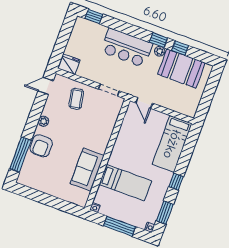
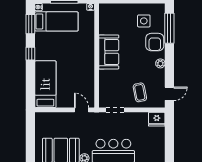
armchair: (41, 146) -> (155, 42), turned 180
sofa: (87, 170) -> (109, 52), moved
side table: (44, 172) -> (144, 21), added
bed: (125, 183) -> (56, 21), moved, turned 180

